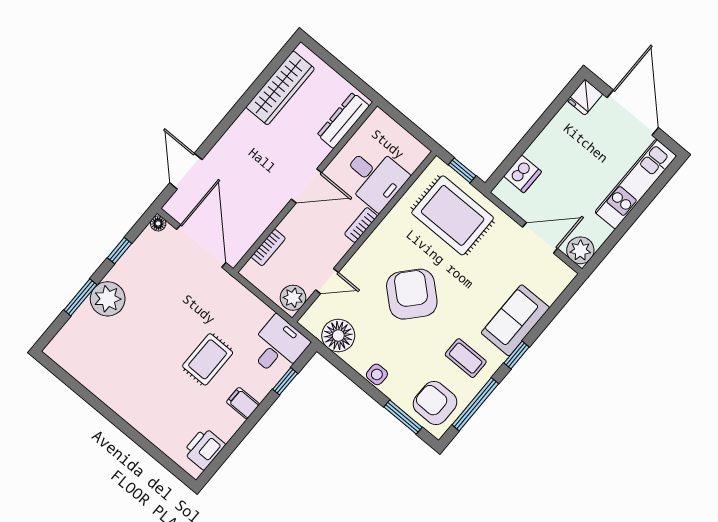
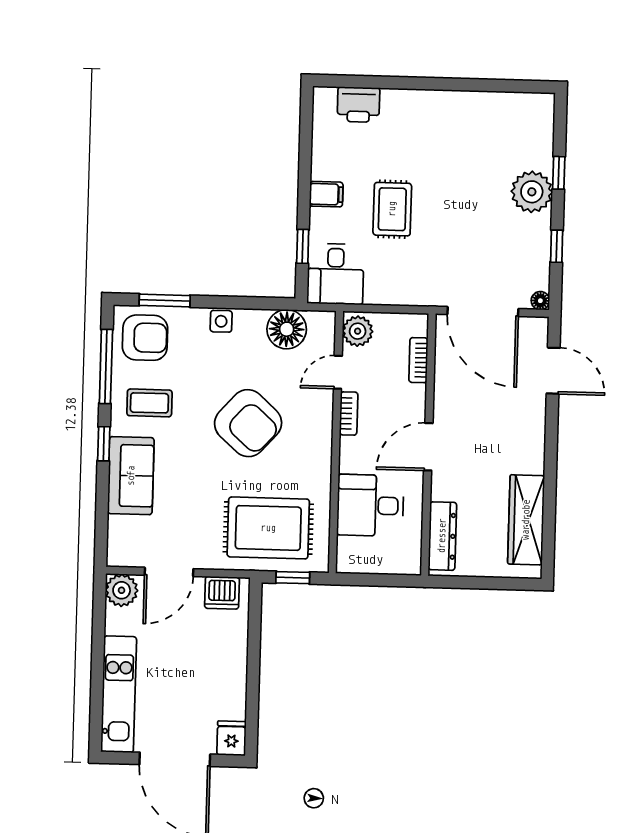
dishwasher: (523, 174) -> (222, 593), moved, turned -90
bookcase: (361, 225) -> (349, 413), moved
window: (80, 297) -> (559, 173), width x0.67
printer: (204, 449) -> (359, 105), moved, turned 90

